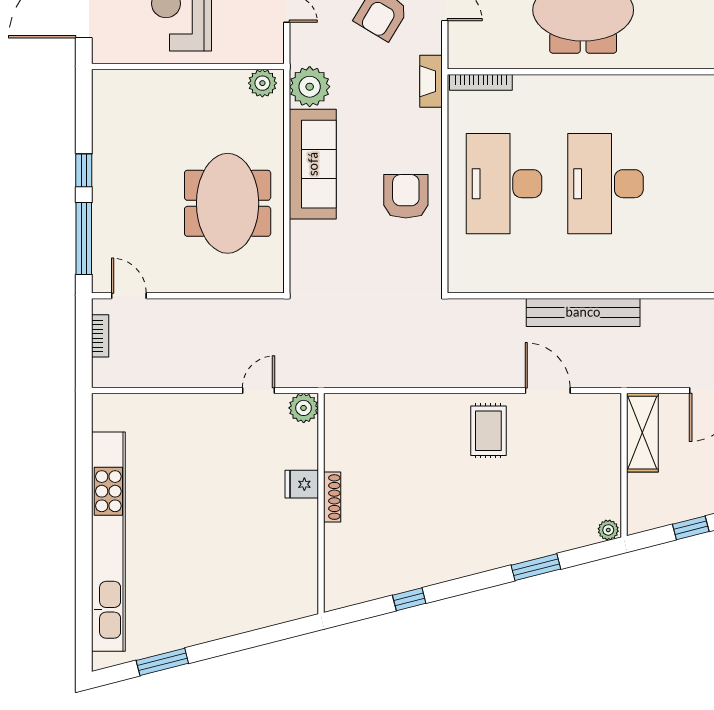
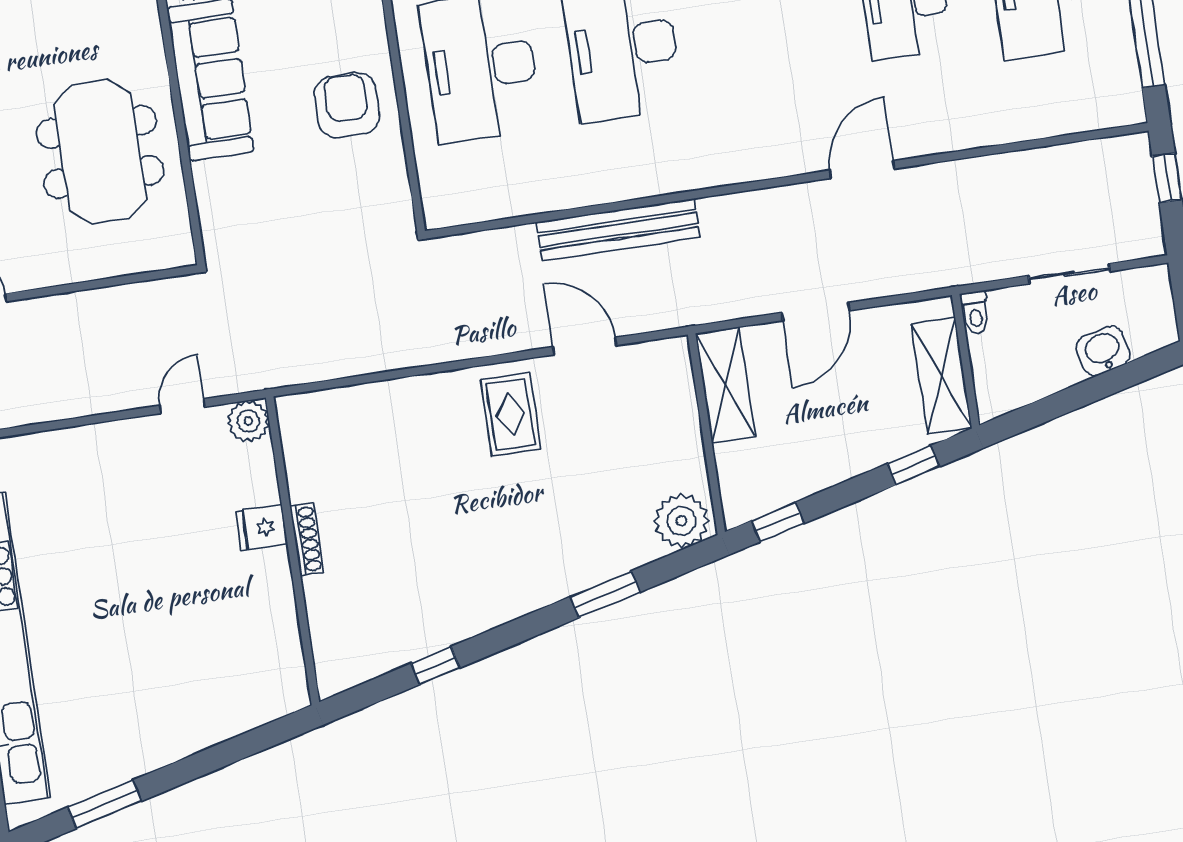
window: (691, 528) -> (778, 522), moved
plant: (608, 530) -> (682, 521), width x1.88, depth x1.88

